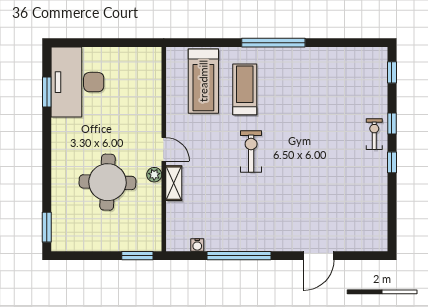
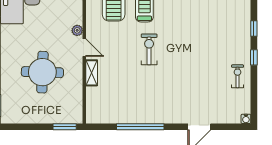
exercise bike: (374, 134) -> (238, 76), moved
plant: (154, 175) -> (77, 30), moved
water cooler: (197, 245) -> (246, 119), moved

